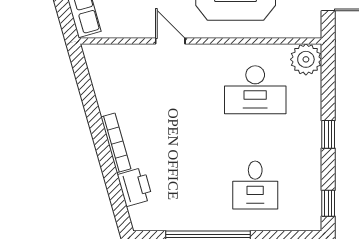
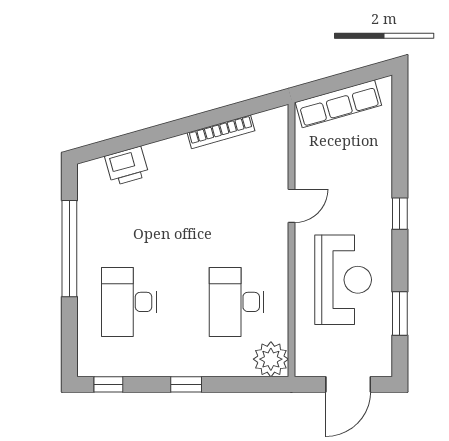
bookcase: (116, 143) -> (221, 132), moved
desk: (255, 185) -> (129, 302), width x1.37

